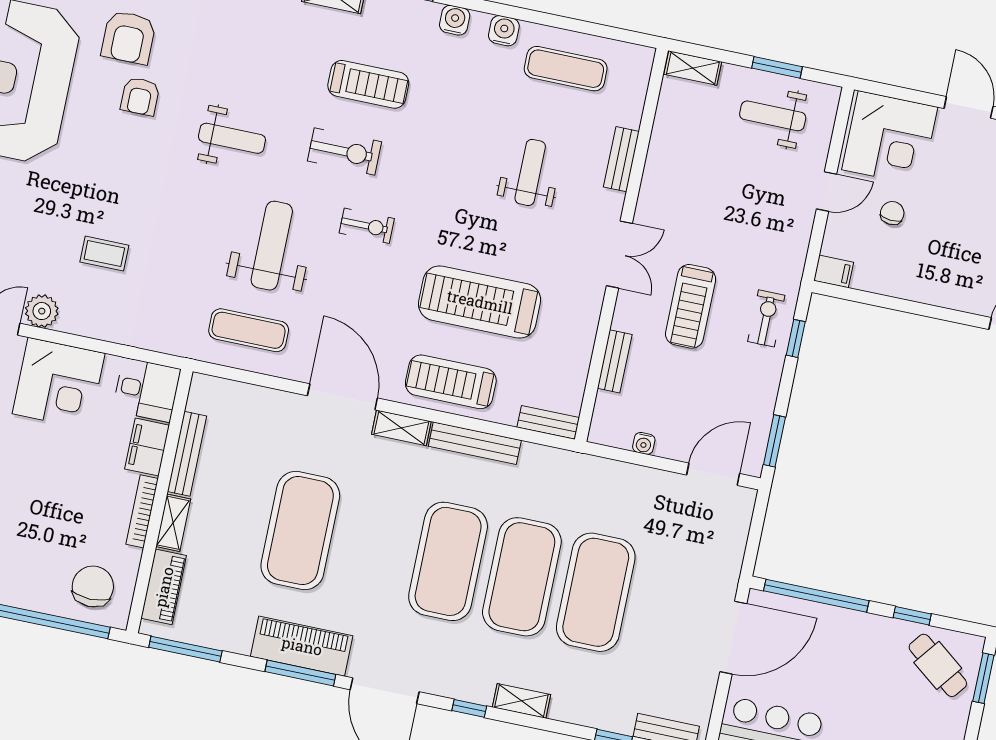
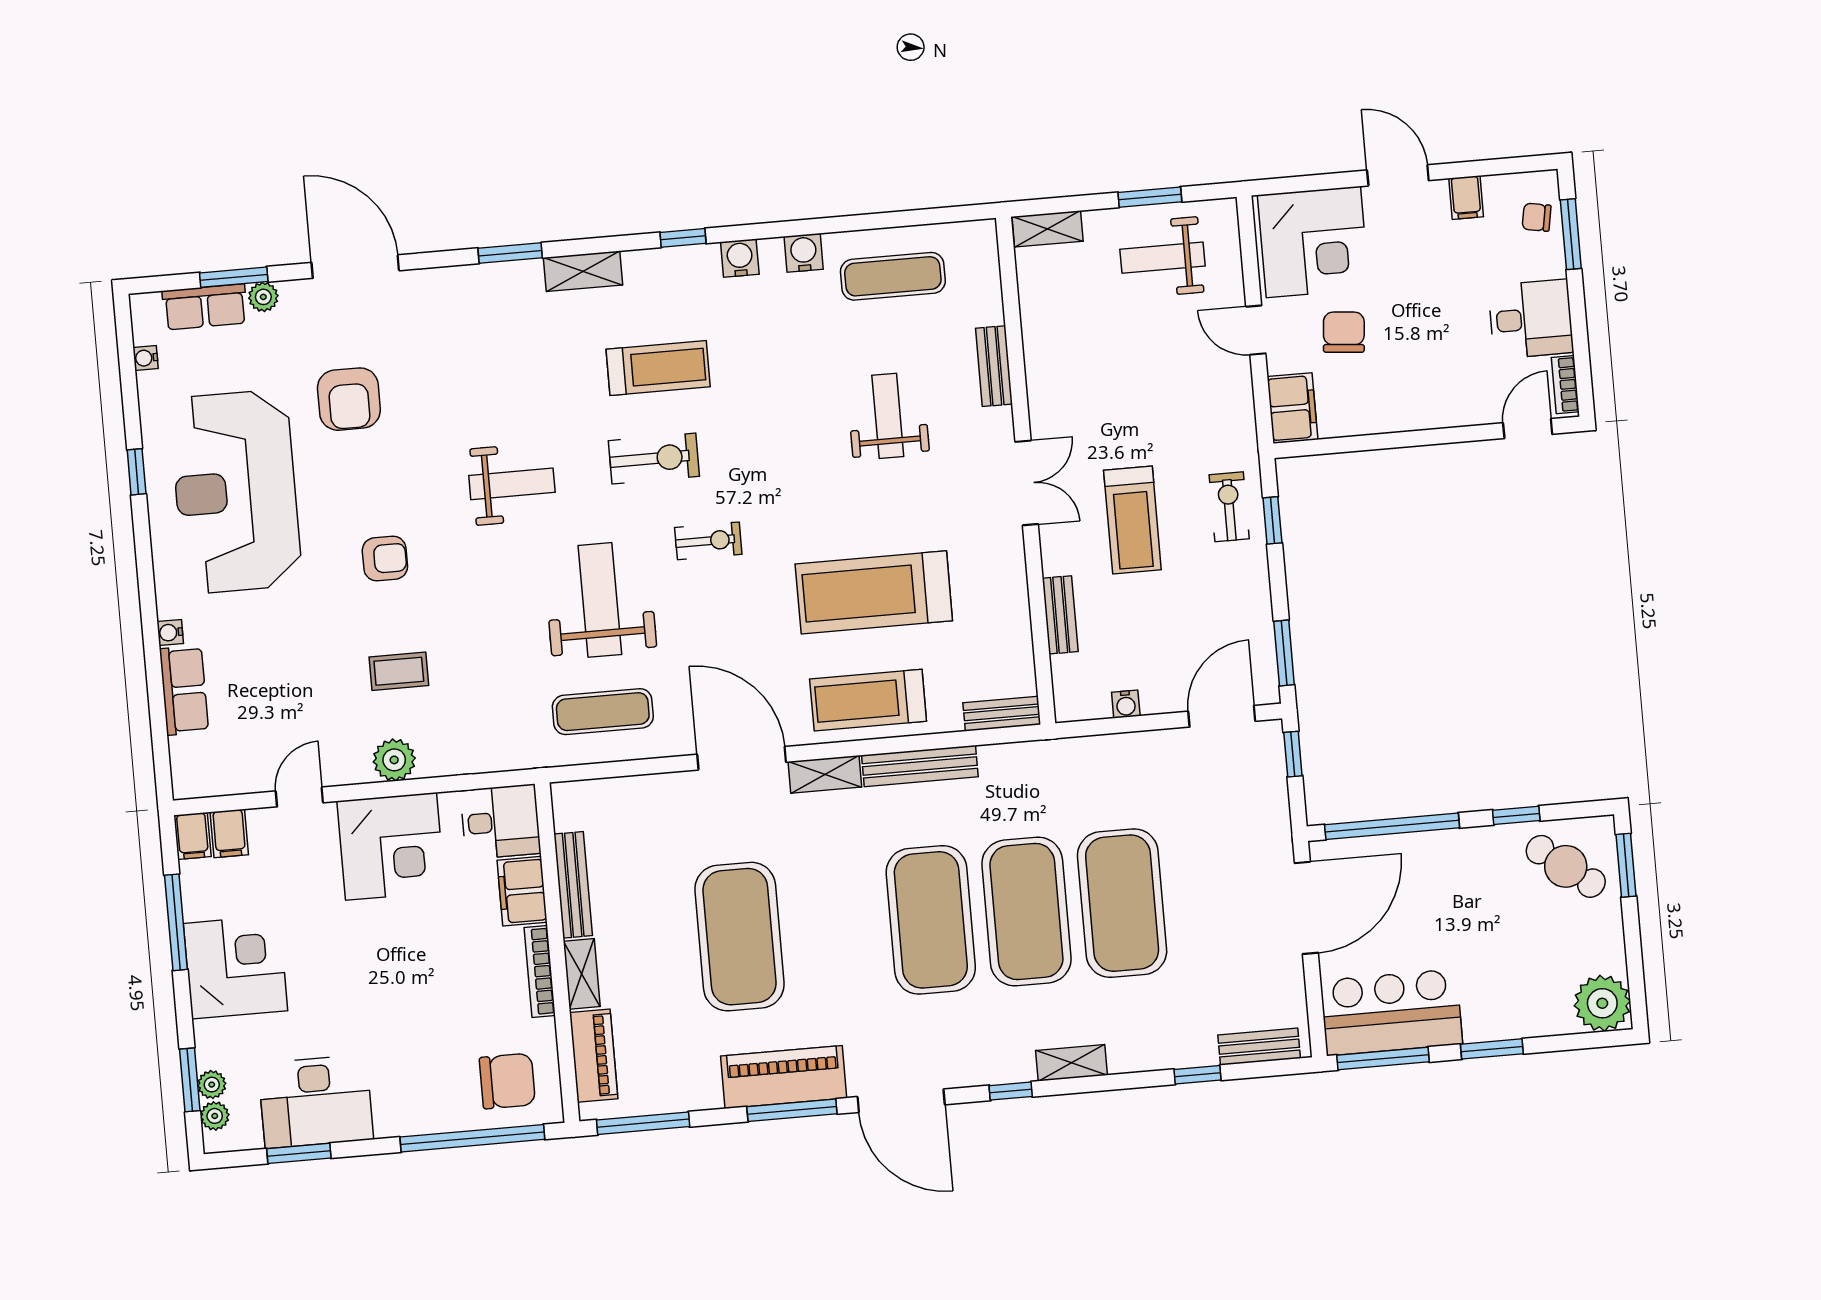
armchair: (140, 96) -> (385, 559), moved, turned -90
door: (826, 192) -> (1256, 330), swing flipped
chair: (892, 213) -> (1344, 332), width x1.37, depth x1.37
filing cabinet: (834, 271) -> (1292, 408), width x2.00
plant: (42, 311) -> (394, 760), moved
window: (758, 519) -> (1293, 754), added
chair: (93, 586) -> (507, 1081), turned 90

